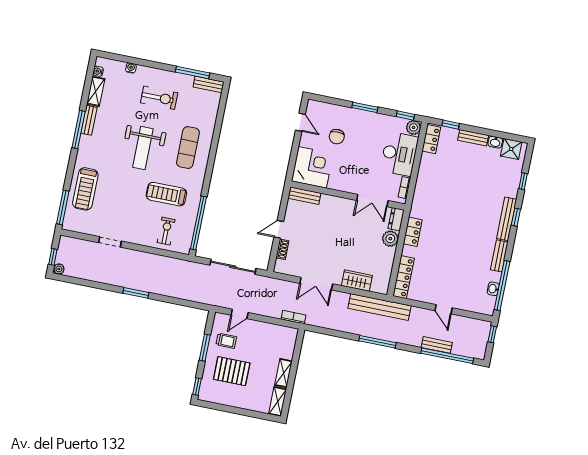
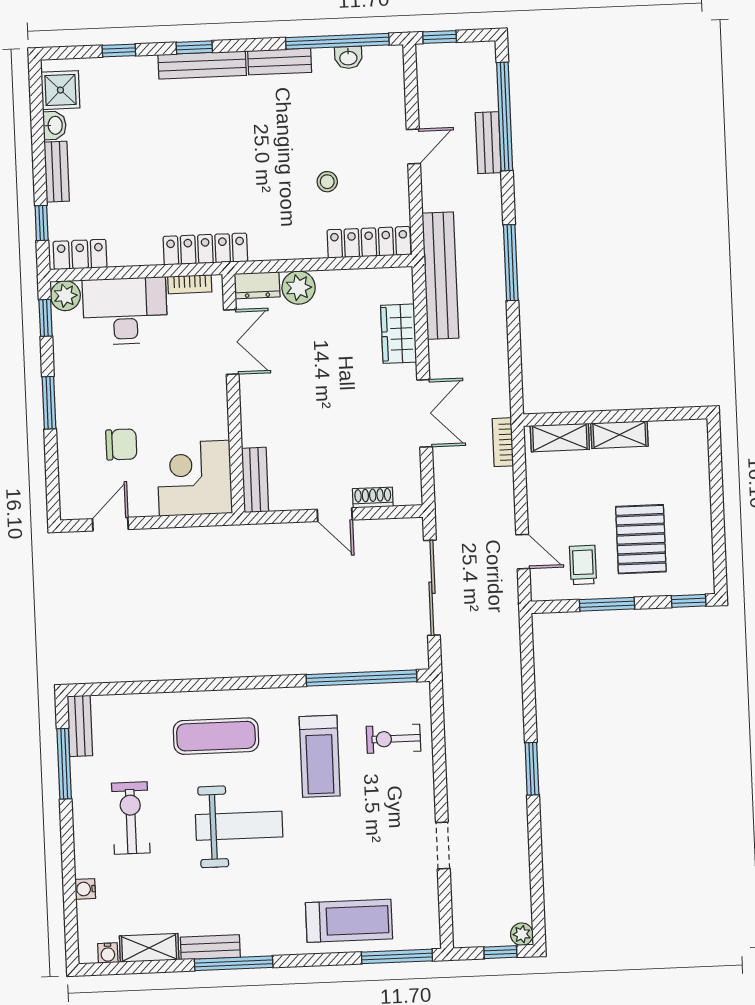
locker: (413, 232) -> (205, 249), moved, width x1.53
stool: (437, 264) -> (327, 182), added
shelving: (278, 402) -> (560, 438), moved

